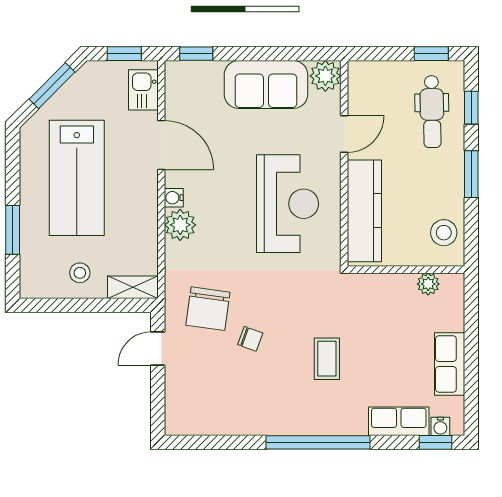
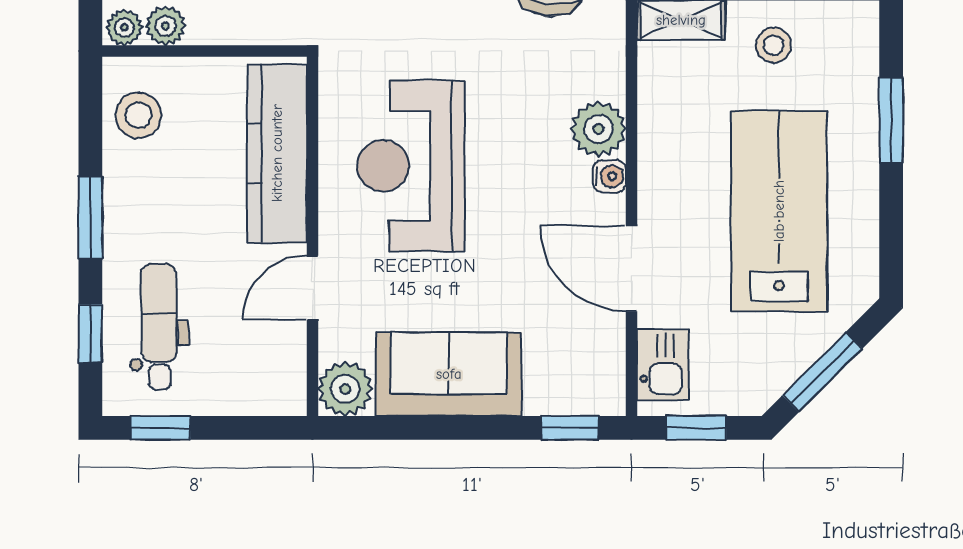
plant: (452, 283) -> (124, 27), added

